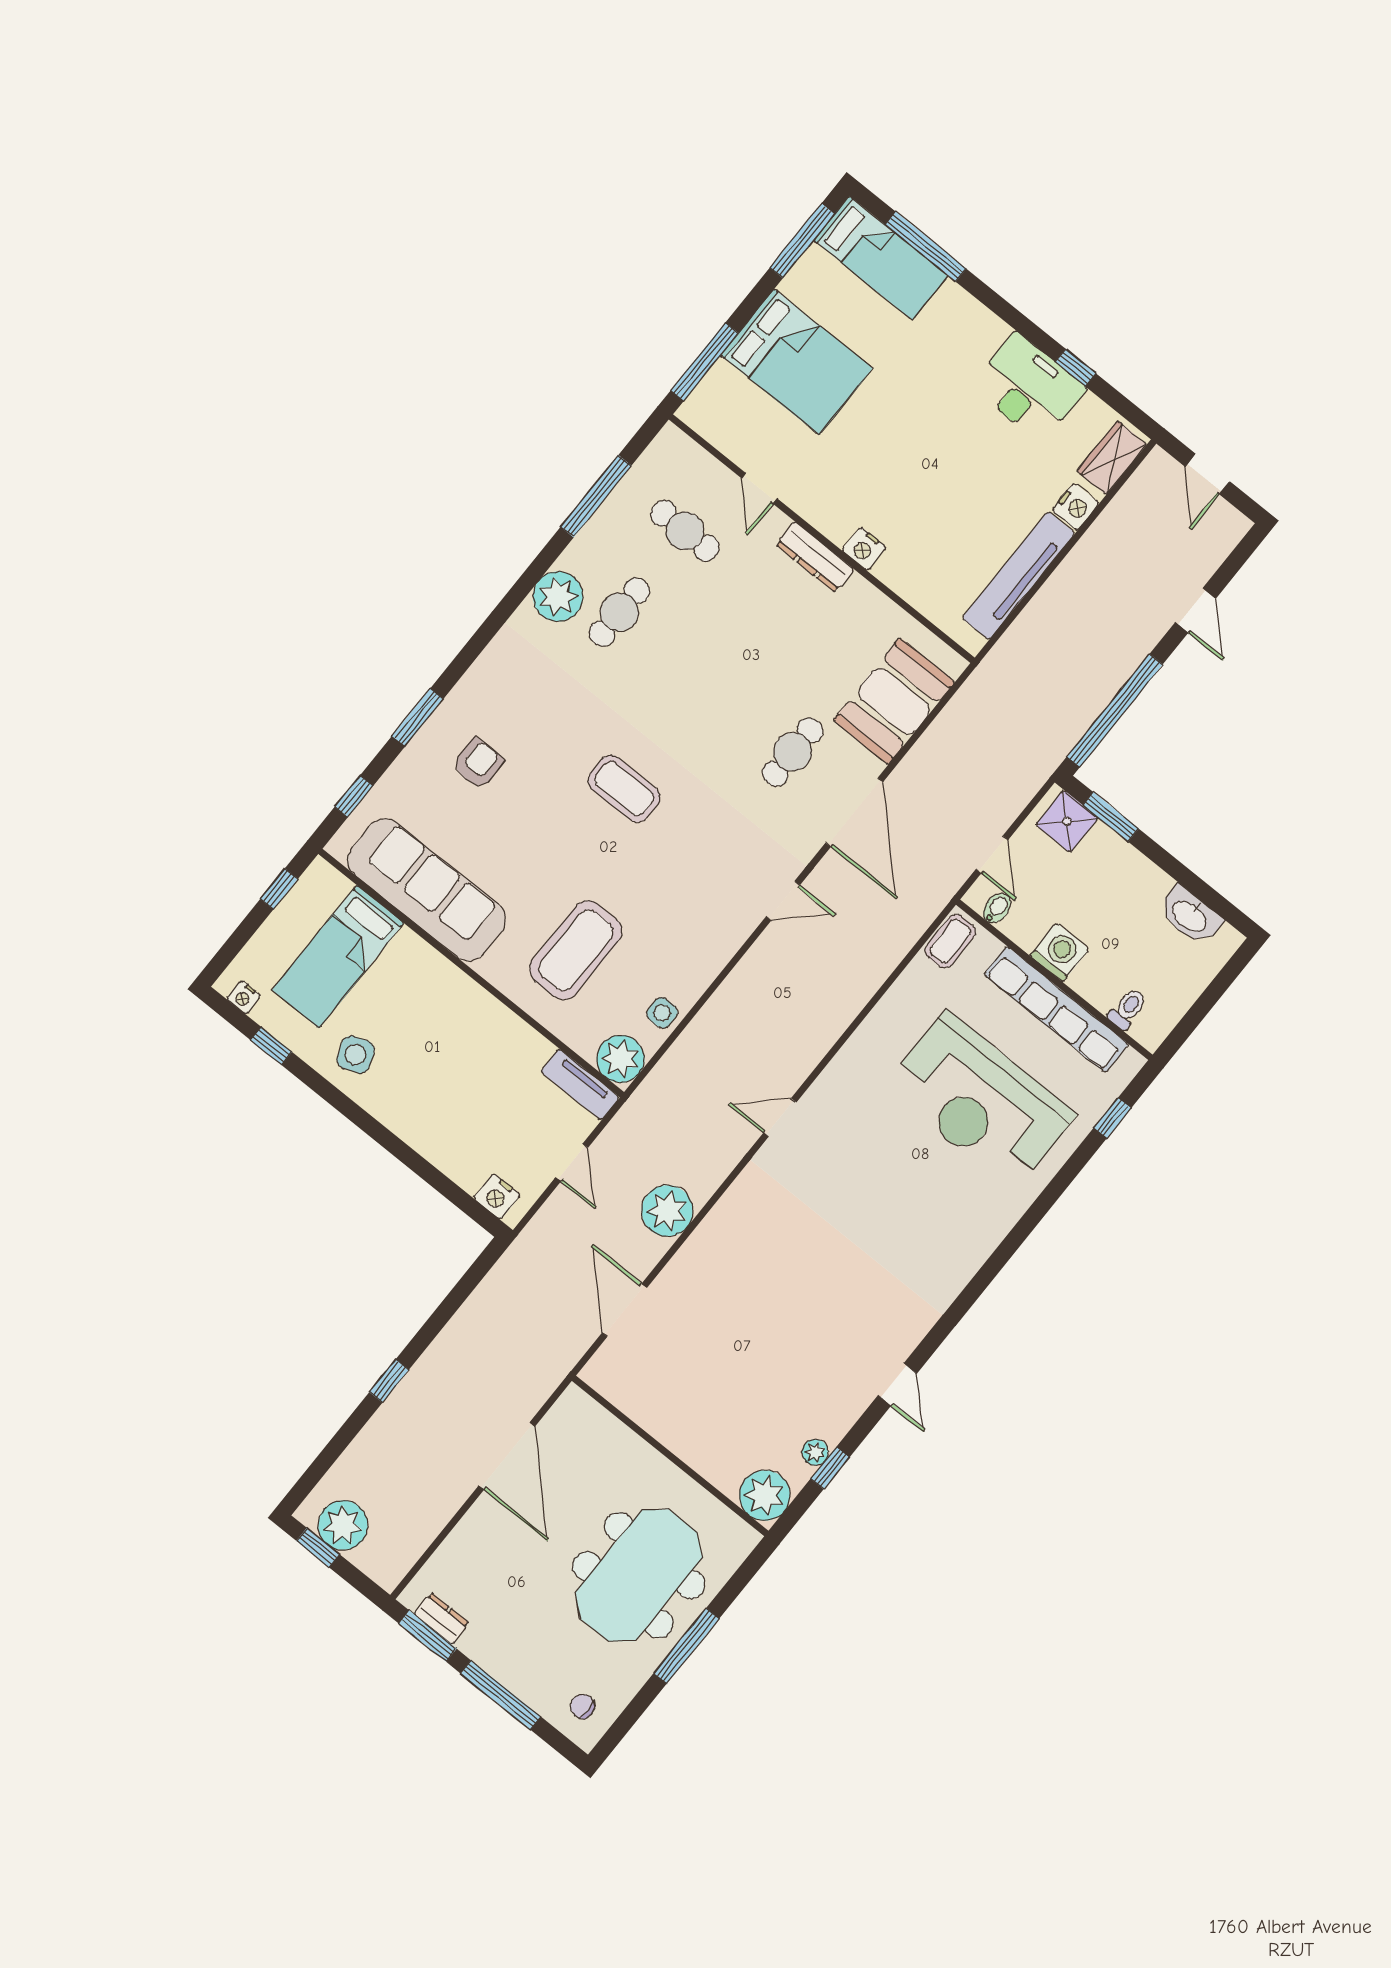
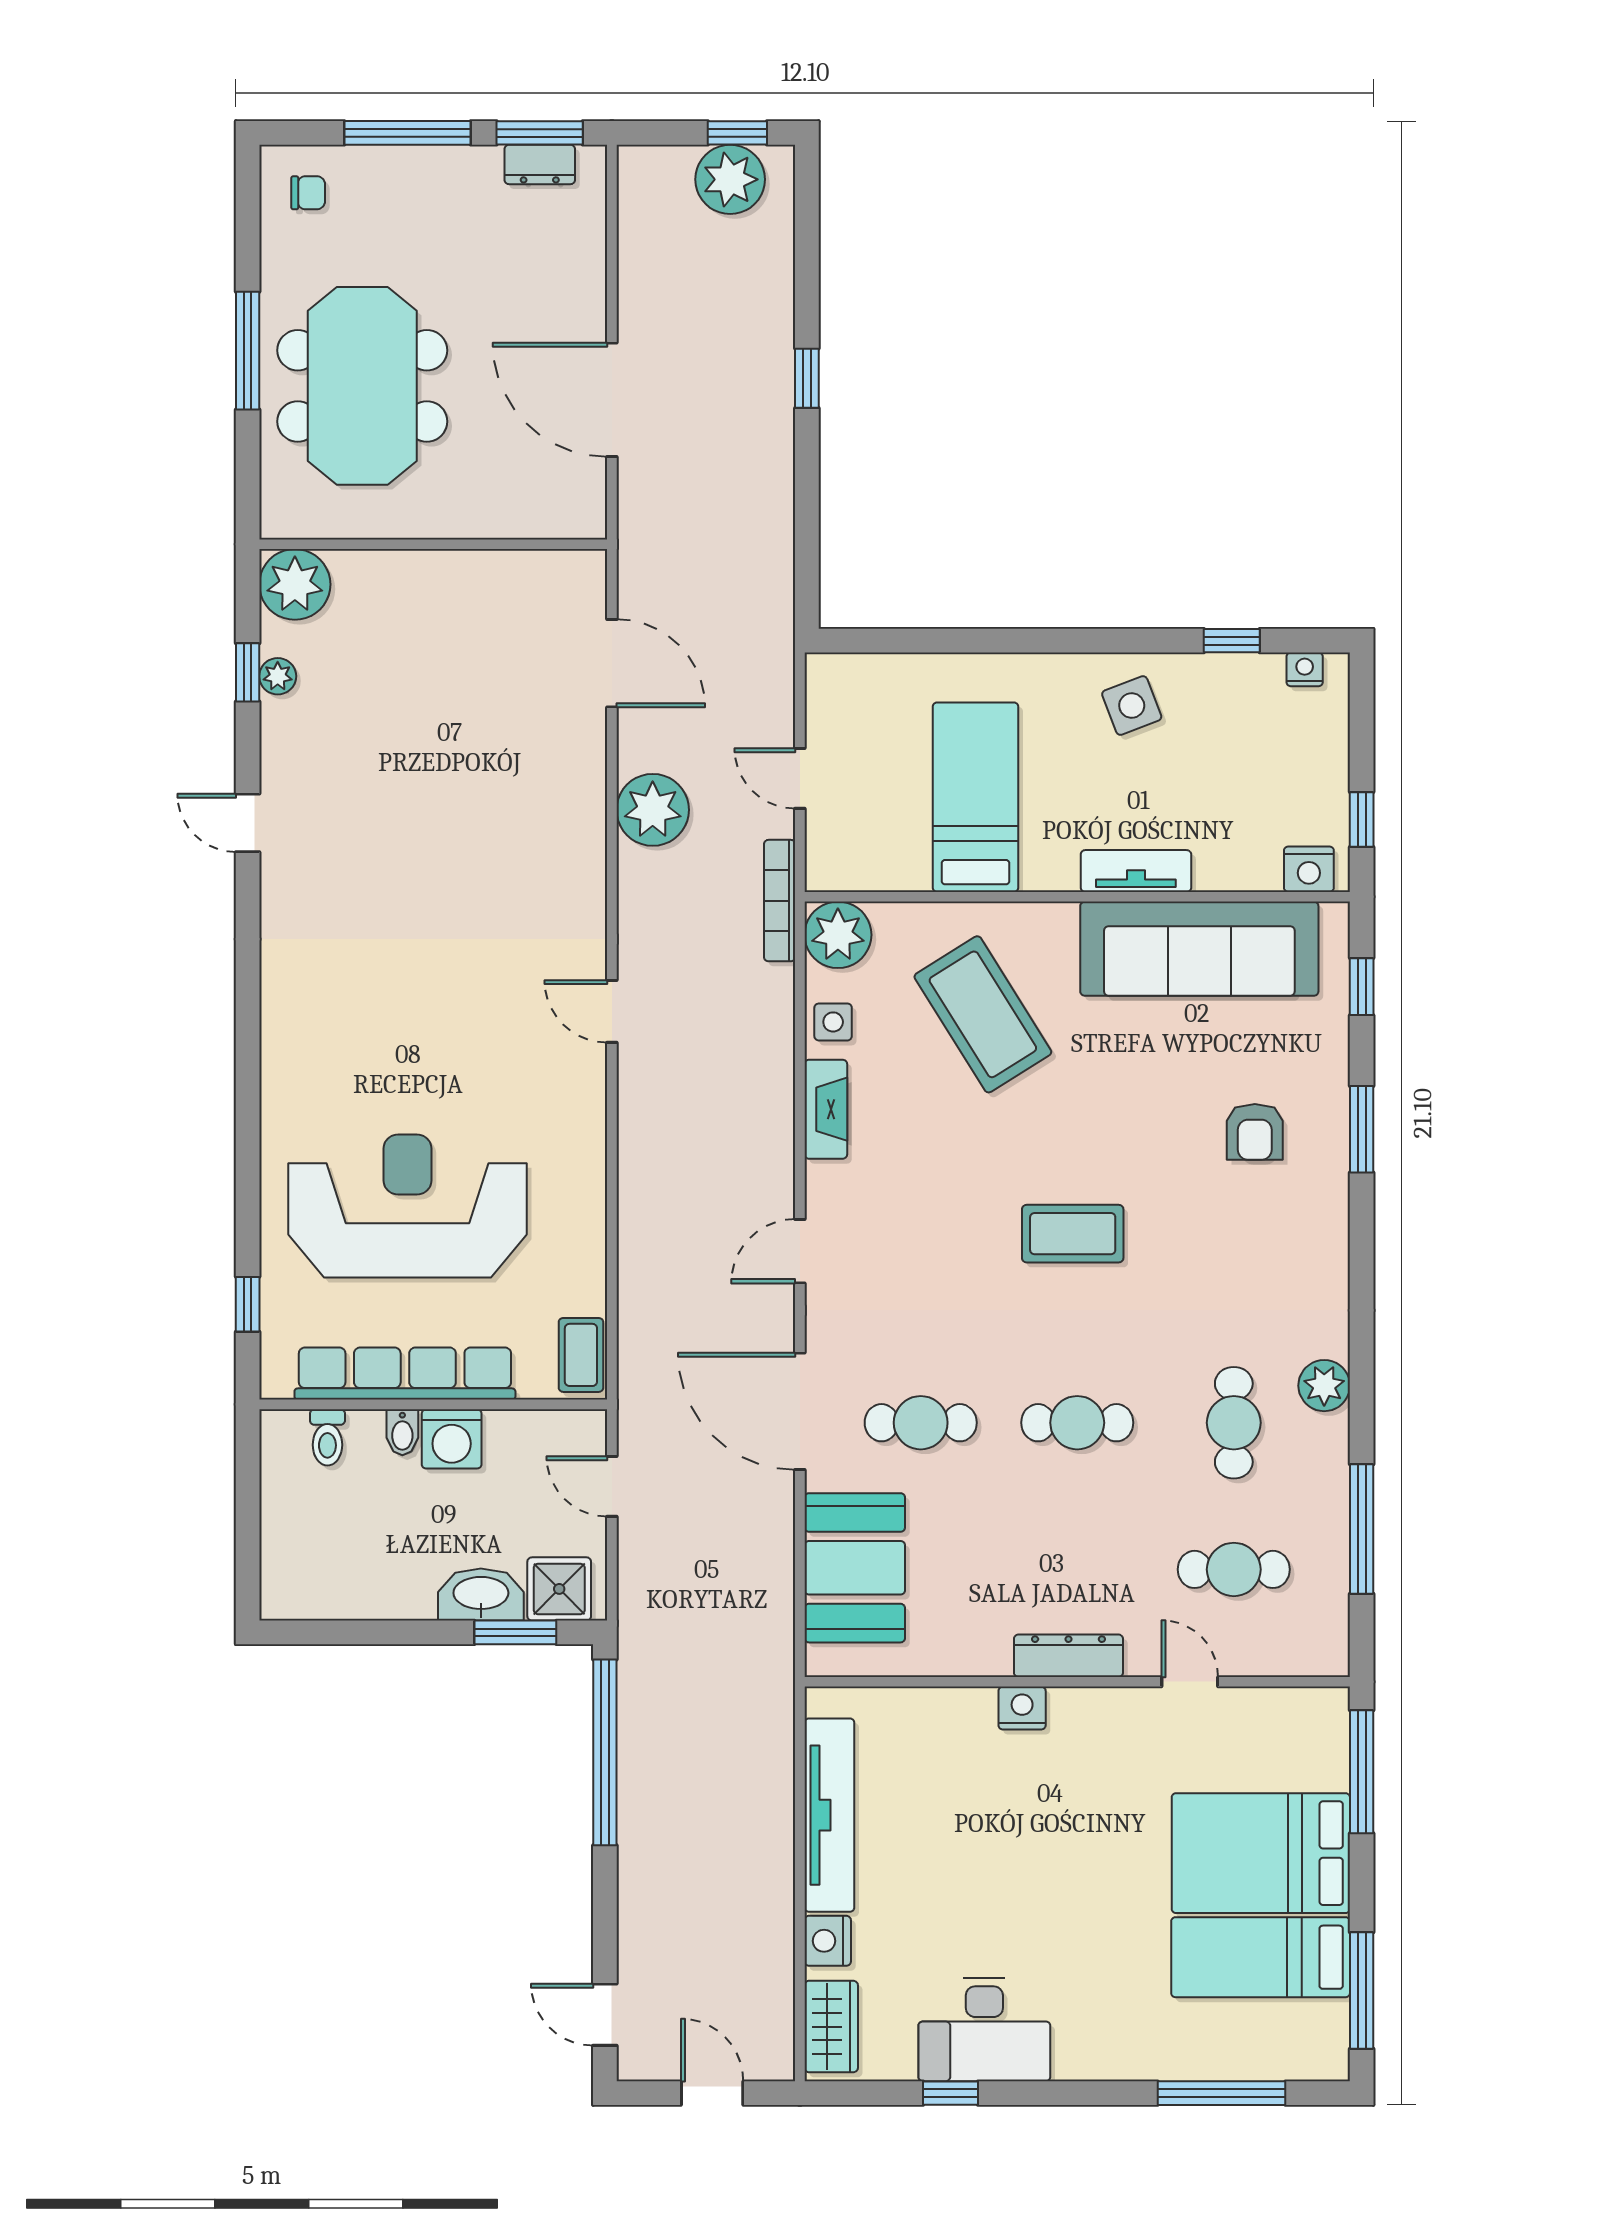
bed: (881, 258) -> (1261, 1957), moved
plant: (558, 596) -> (1324, 1386), width x0.73, depth x0.73
door: (1195, 610) -> (605, 2015), moved
cafe table: (706, 682) -> (1077, 1423), added
cafe table: (793, 752) -> (921, 1423), turned 90
bidet: (997, 908) -> (402, 1432), moved
washbasin: (1190, 915) -> (481, 1595), moved
coffee table: (576, 950) -> (983, 1014), turned -32
bed: (338, 957) -> (975, 797), moved
fireplace: (705, 968) -> (826, 1109), added
tv unit: (580, 1085) -> (1136, 871), moved
bookcase: (638, 1104) -> (780, 901), added
door: (780, 1118) -> (612, 1011), swing flipped
nightstand: (497, 1196) -> (1309, 869), moved, turned 180

